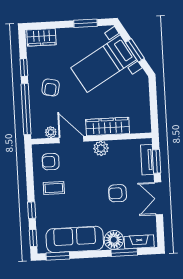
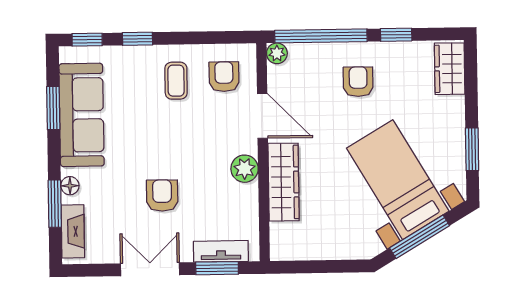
window: (135, 50) -> (420, 237), width x1.44
armchair: (51, 87) -> (358, 82), turned 79
plant: (51, 132) -> (277, 53), moved
door: (71, 140) -> (262, 116), hinge flipped
floor lamp: (114, 240) -> (70, 186), width x0.53, depth x0.53
window: (58, 256) -> (53, 108), moved

